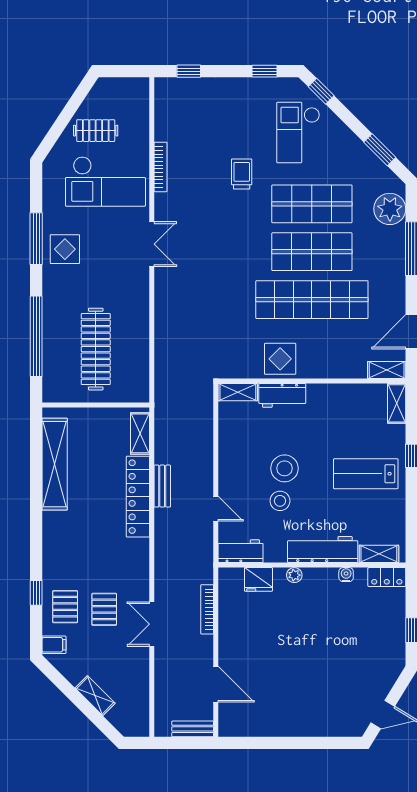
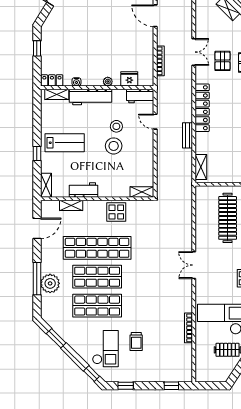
trolley: (242, 174) -> (136, 341), moved
plant: (390, 209) -> (50, 283), moved
double door: (152, 244) -> (194, 265), moved
shelving: (387, 370) -> (71, 205), moved
workbench: (282, 395) -> (84, 190), moved
locker: (138, 497) -> (202, 108), moved

